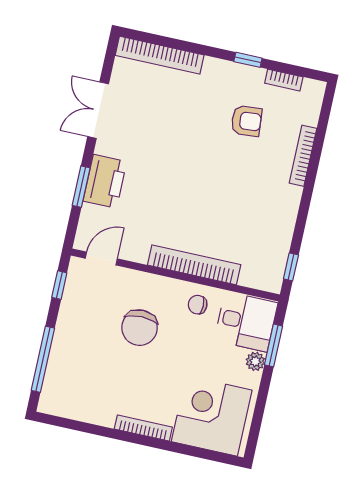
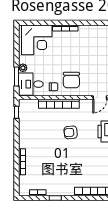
armchair: (246, 121) -> (71, 132), moved
chair: (140, 328) -> (71, 80), moved, turned 180

